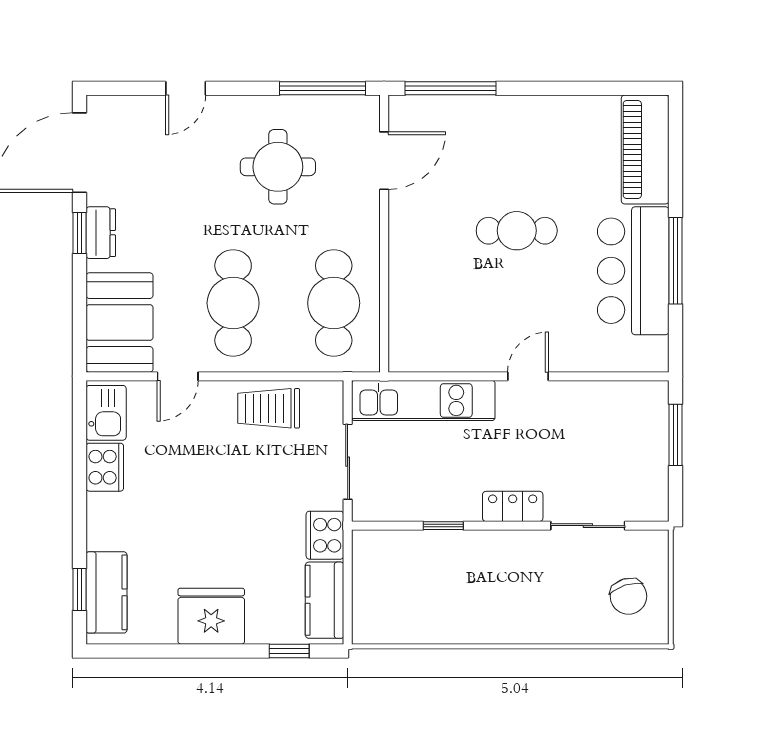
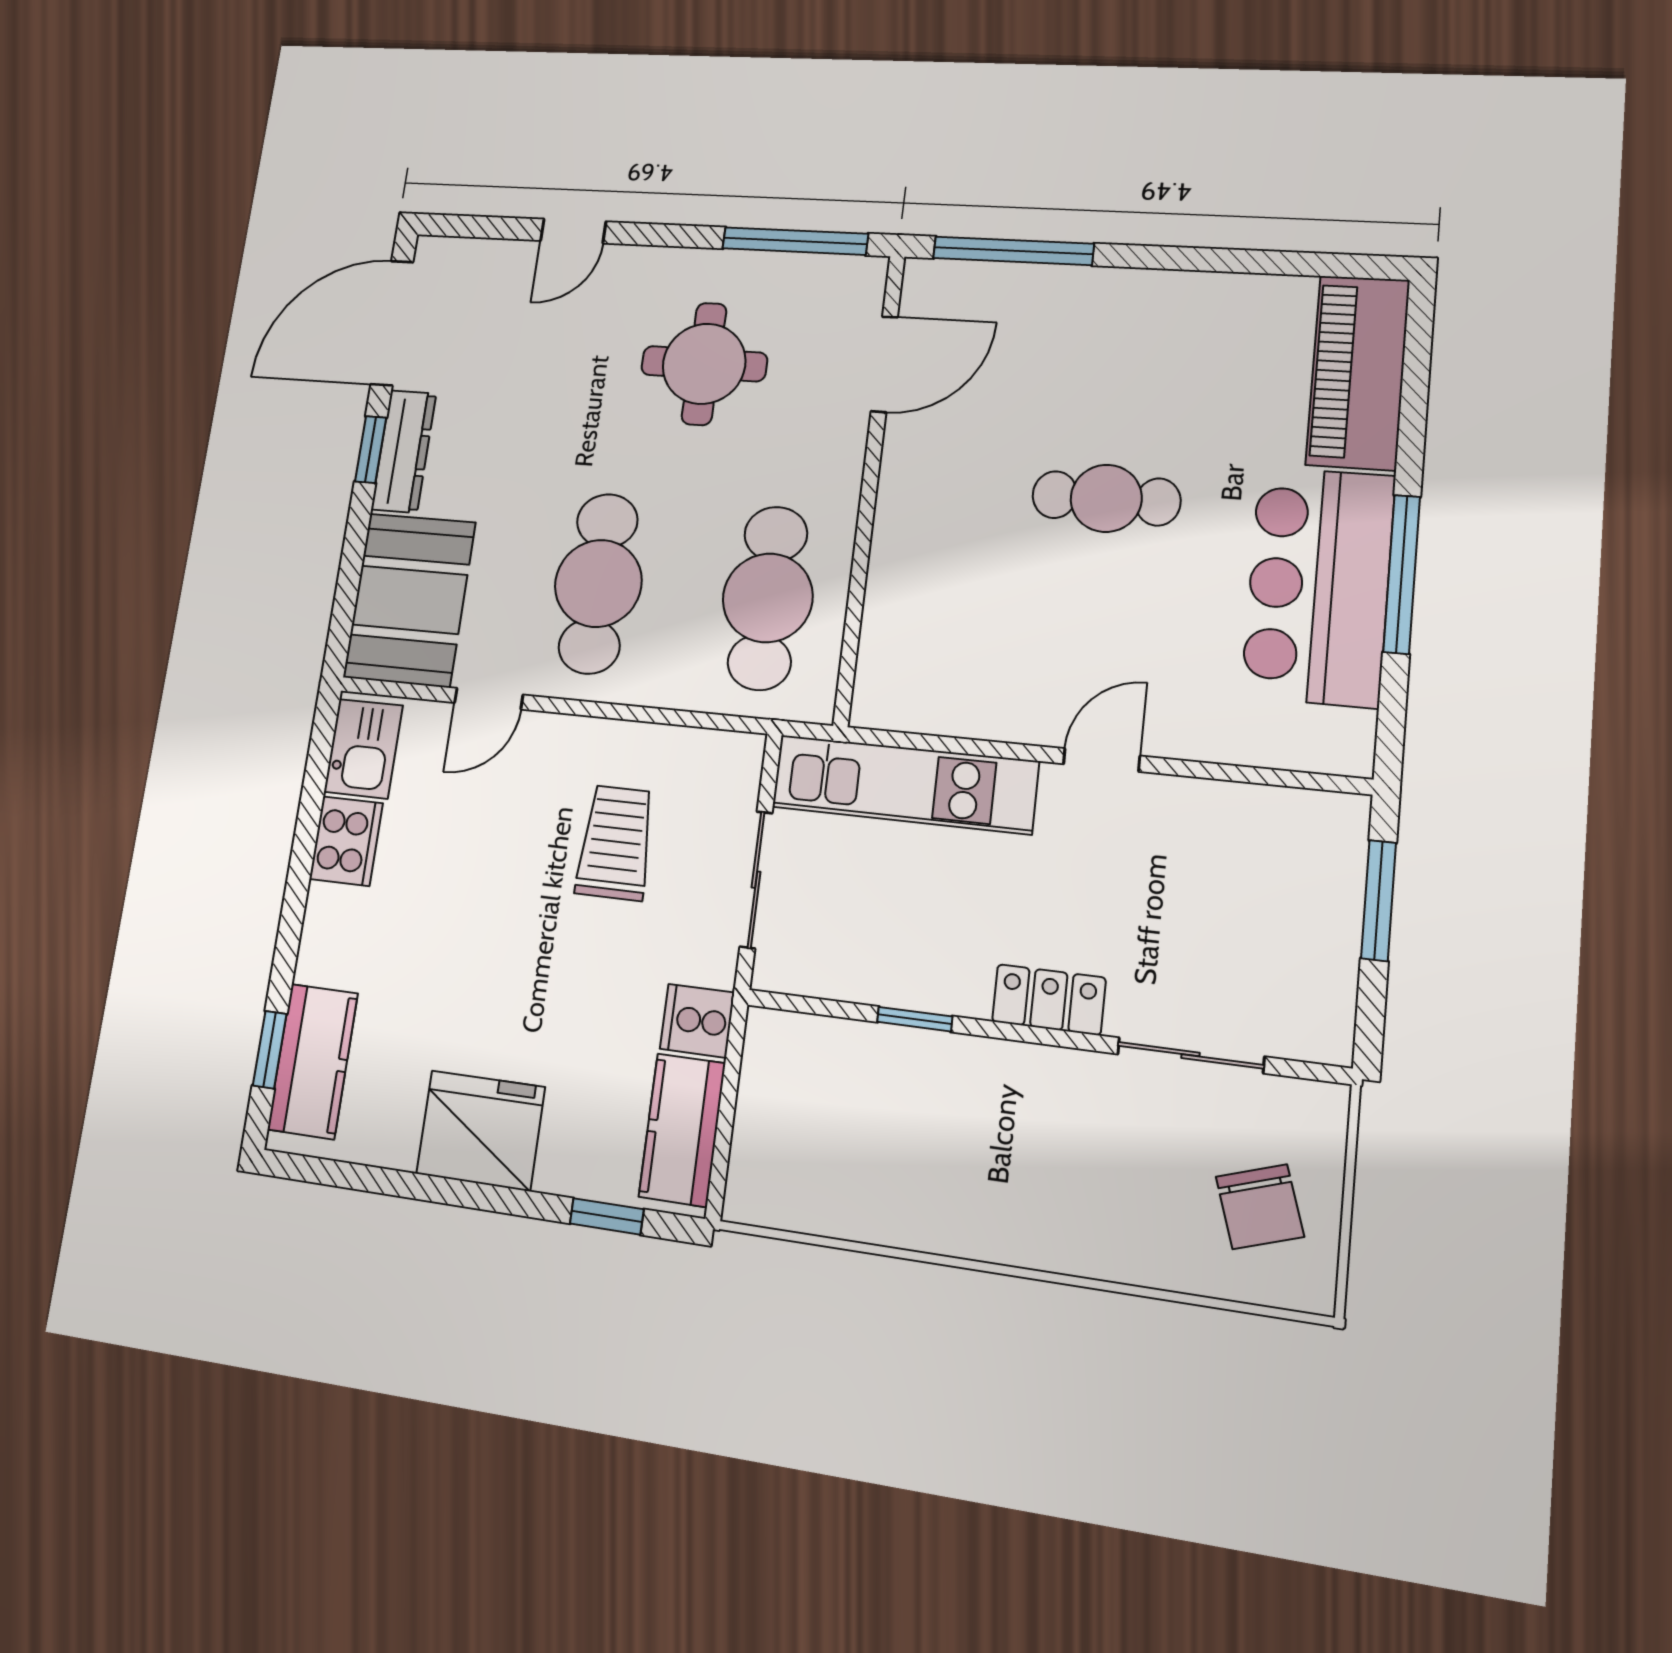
dresser: (101, 233) -> (404, 451), width x1.44
trolley: (269, 408) -> (616, 843), moved, turned 90
cooker: (325, 535) -> (697, 1021), width x0.73

